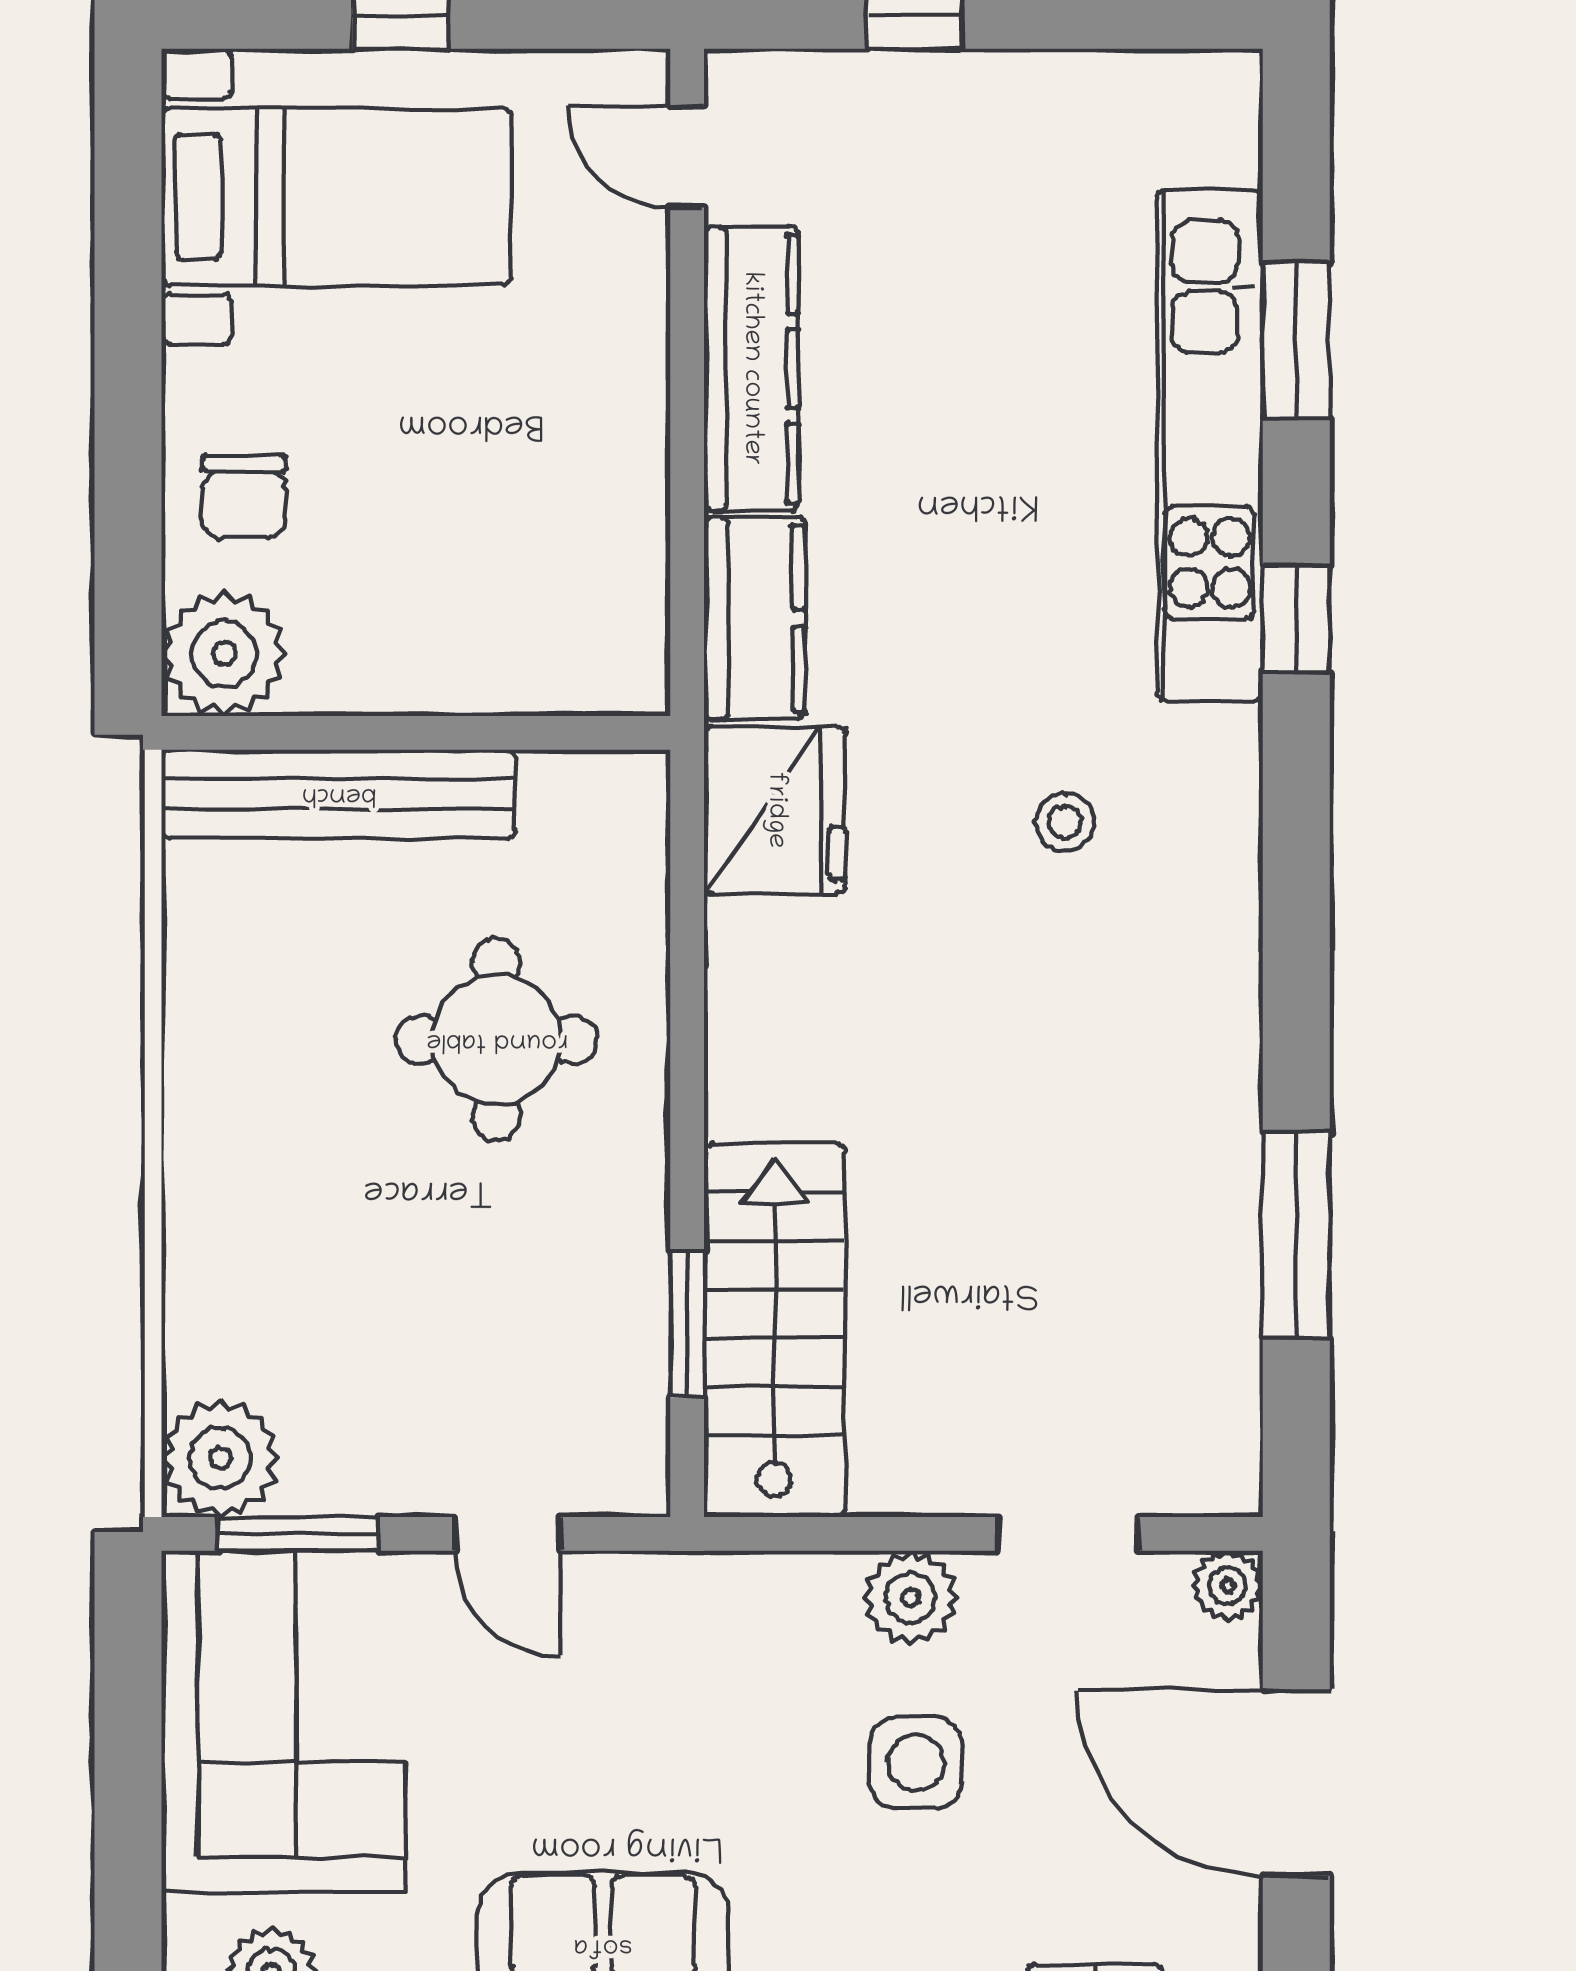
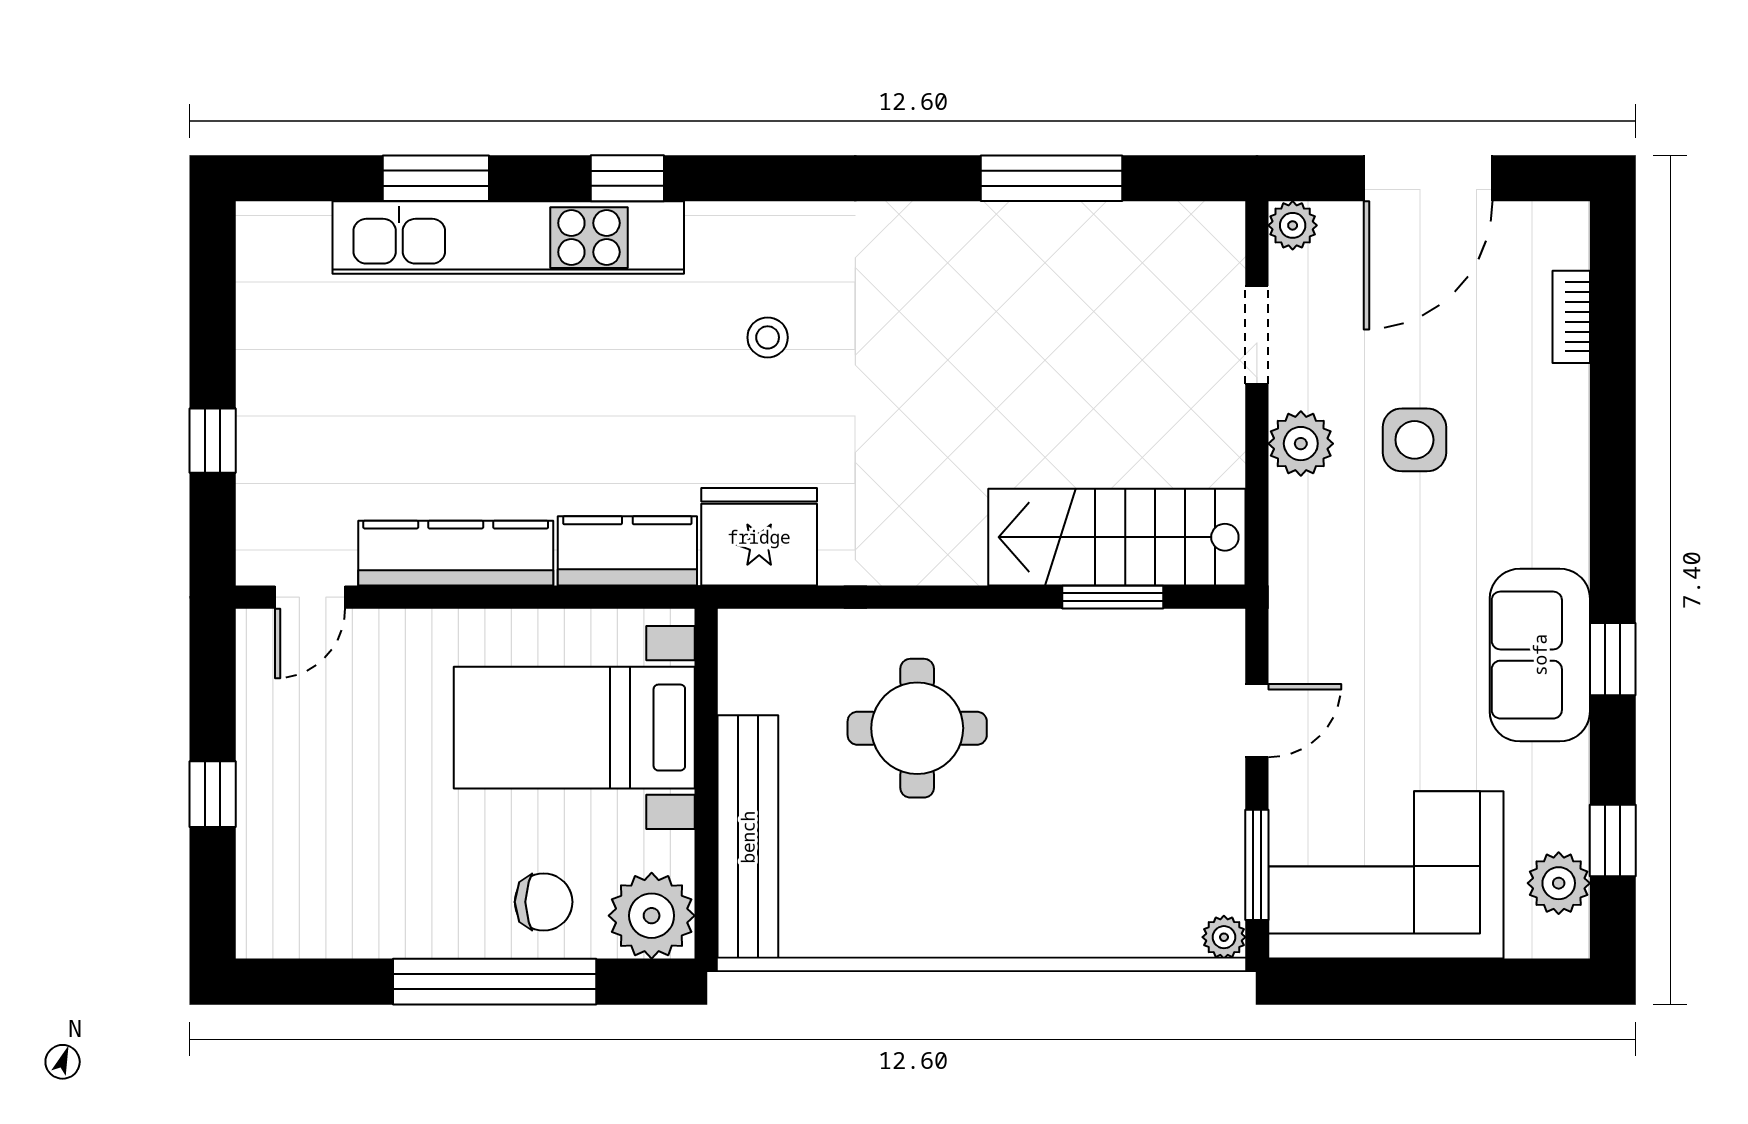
bed with nightstands: (336, 197) -> (574, 728), moved, turned -90
window: (128, 425) -> (495, 982), added
plant: (220, 1458) -> (1224, 937), width x0.53, depth x0.53

